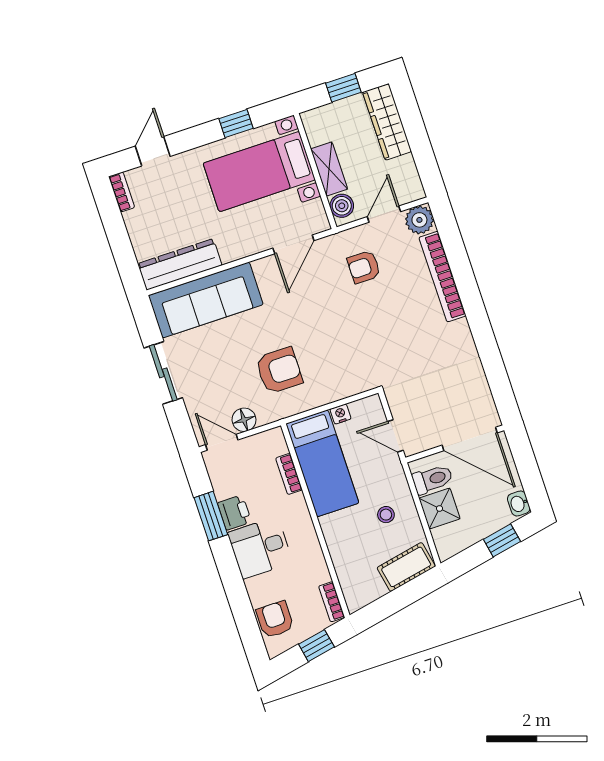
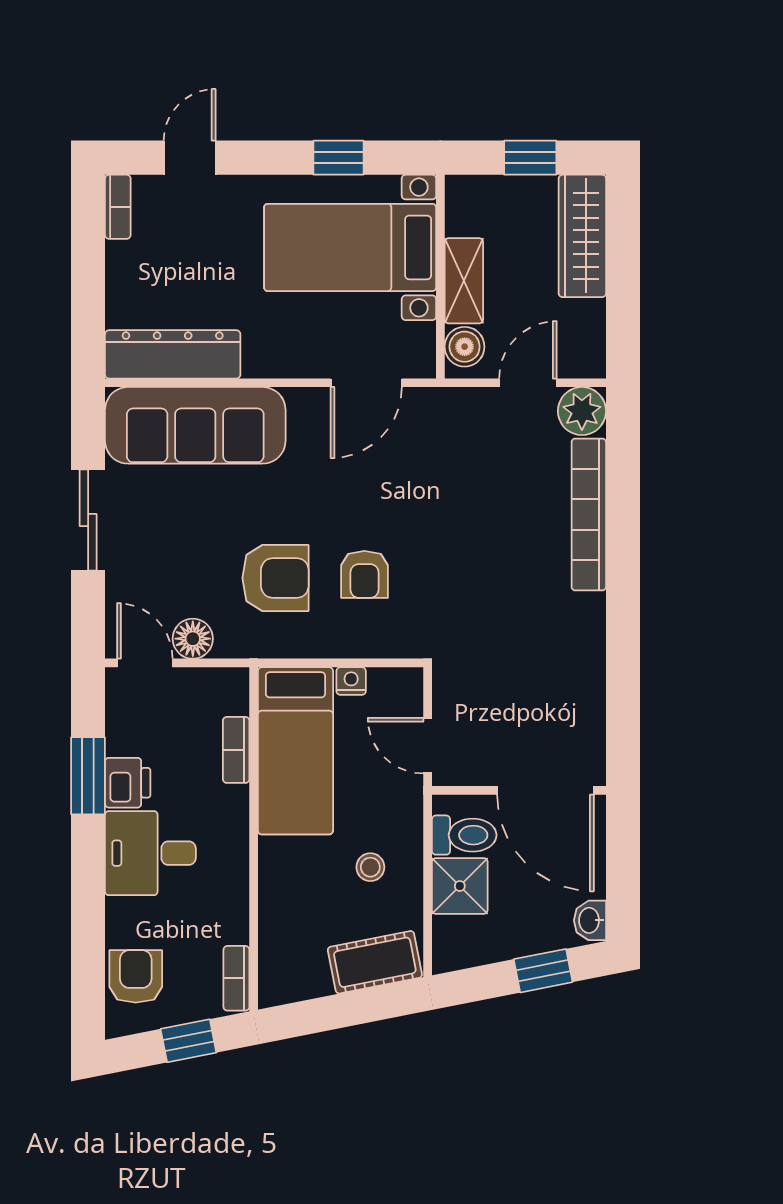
armchair: (364, 267) -> (364, 574), moved, turned -90

